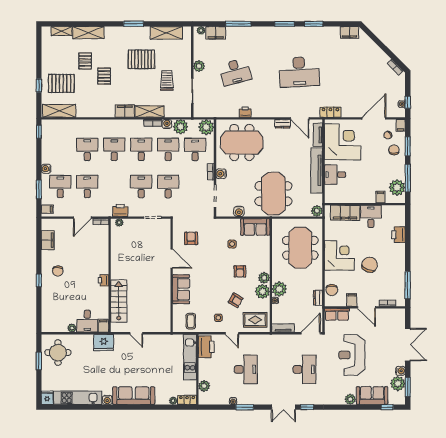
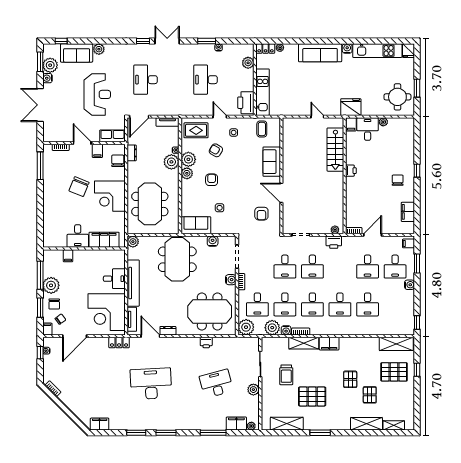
plant: (397, 188) -> (51, 285), moved
printer: (398, 235) -> (50, 217), removed

